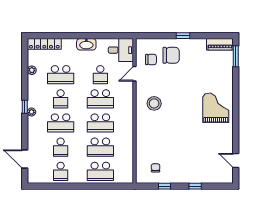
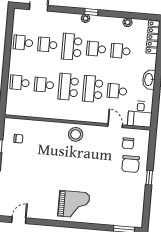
piano: (220, 44) -> (137, 214), removed
school desk: (61, 75) -> (121, 51), width x0.54
stool: (154, 103) -> (76, 134), moved
school desk: (100, 147) -> (44, 85), width x0.54
school desk: (100, 171) -> (20, 83), width x0.54

